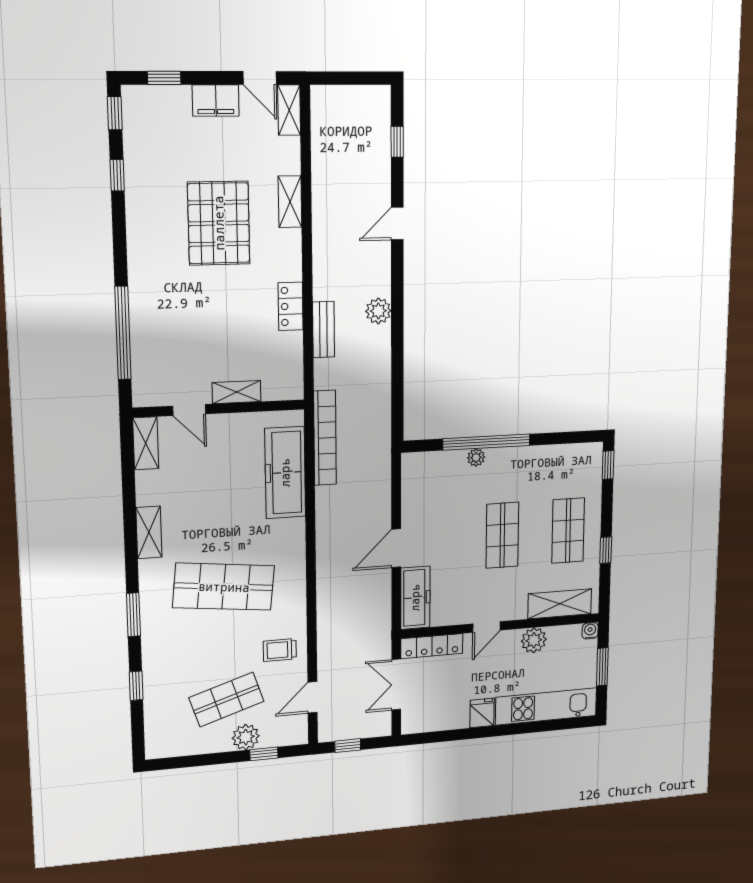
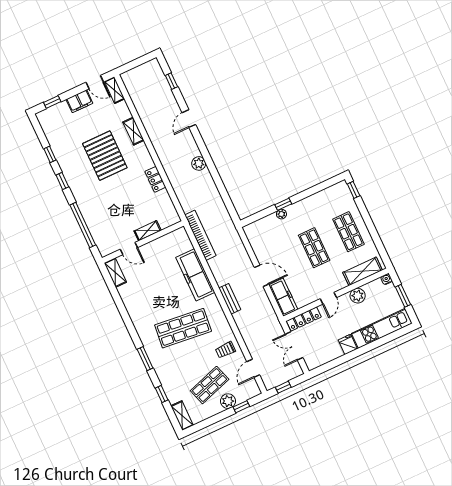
window: (115, 113) -> (62, 181), moved
bench: (323, 330) -> (230, 299), moved
window: (486, 442) -> (283, 204), width x0.32
freezer: (285, 473) -> (195, 275), moved
shelving: (149, 532) -> (182, 416), moved
door: (396, 548) -> (261, 276), swing flipped
window: (606, 550) -> (374, 234), removed

